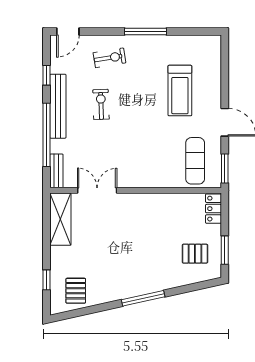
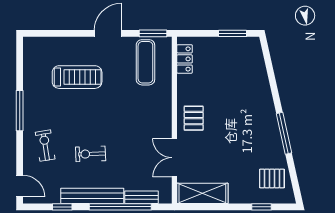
exercise mat: (195, 161) -> (145, 62), turned 90
bench: (56, 171) -> (142, 197), moved
locker: (213, 209) -> (185, 59), moved, turned -90
pallet: (195, 254) -> (194, 118), moved
window: (143, 298) -> (284, 133), moved

